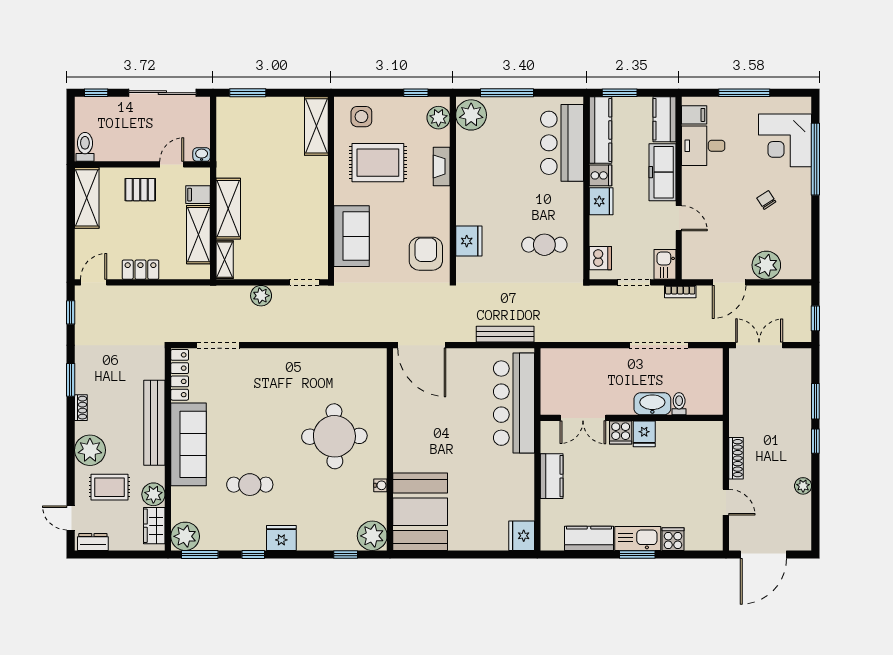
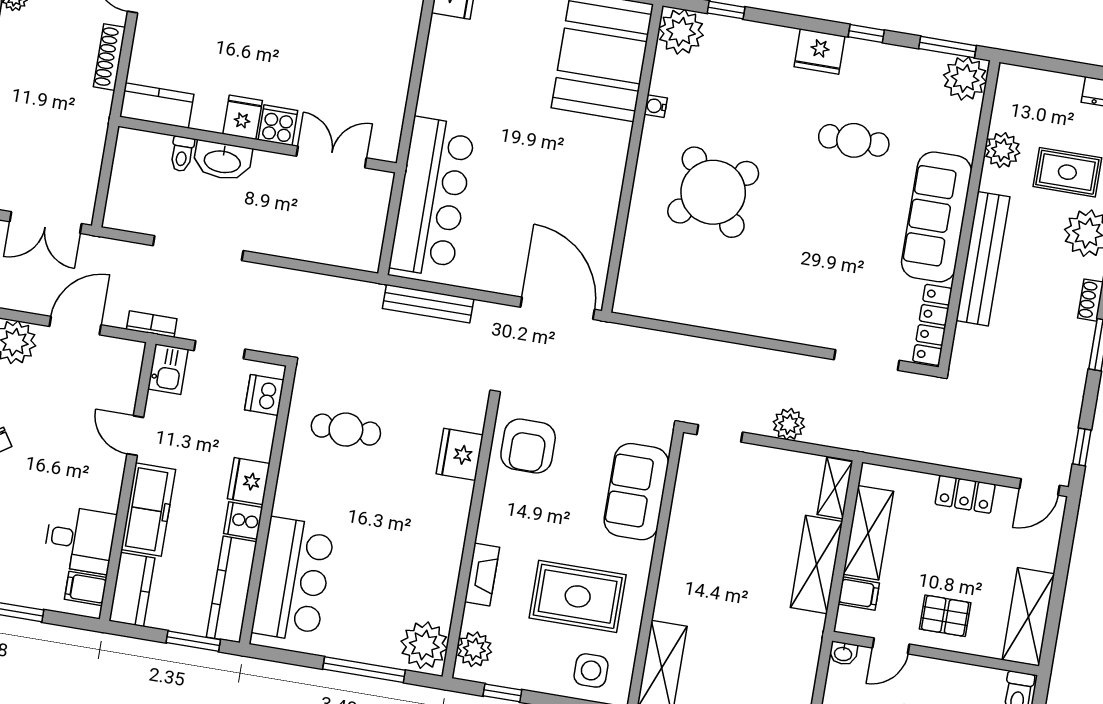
round table: (334, 436) -> (713, 192), turned -38
kitchen counter: (552, 476) -> (157, 106), moved, turned 90
wardrobe: (154, 526) -> (1009, 102), removed

